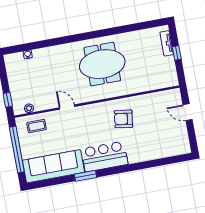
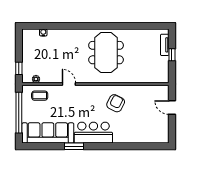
meeting table: (102, 64) -> (106, 53), turned 90
armchair: (123, 119) -> (116, 103), turned 109

